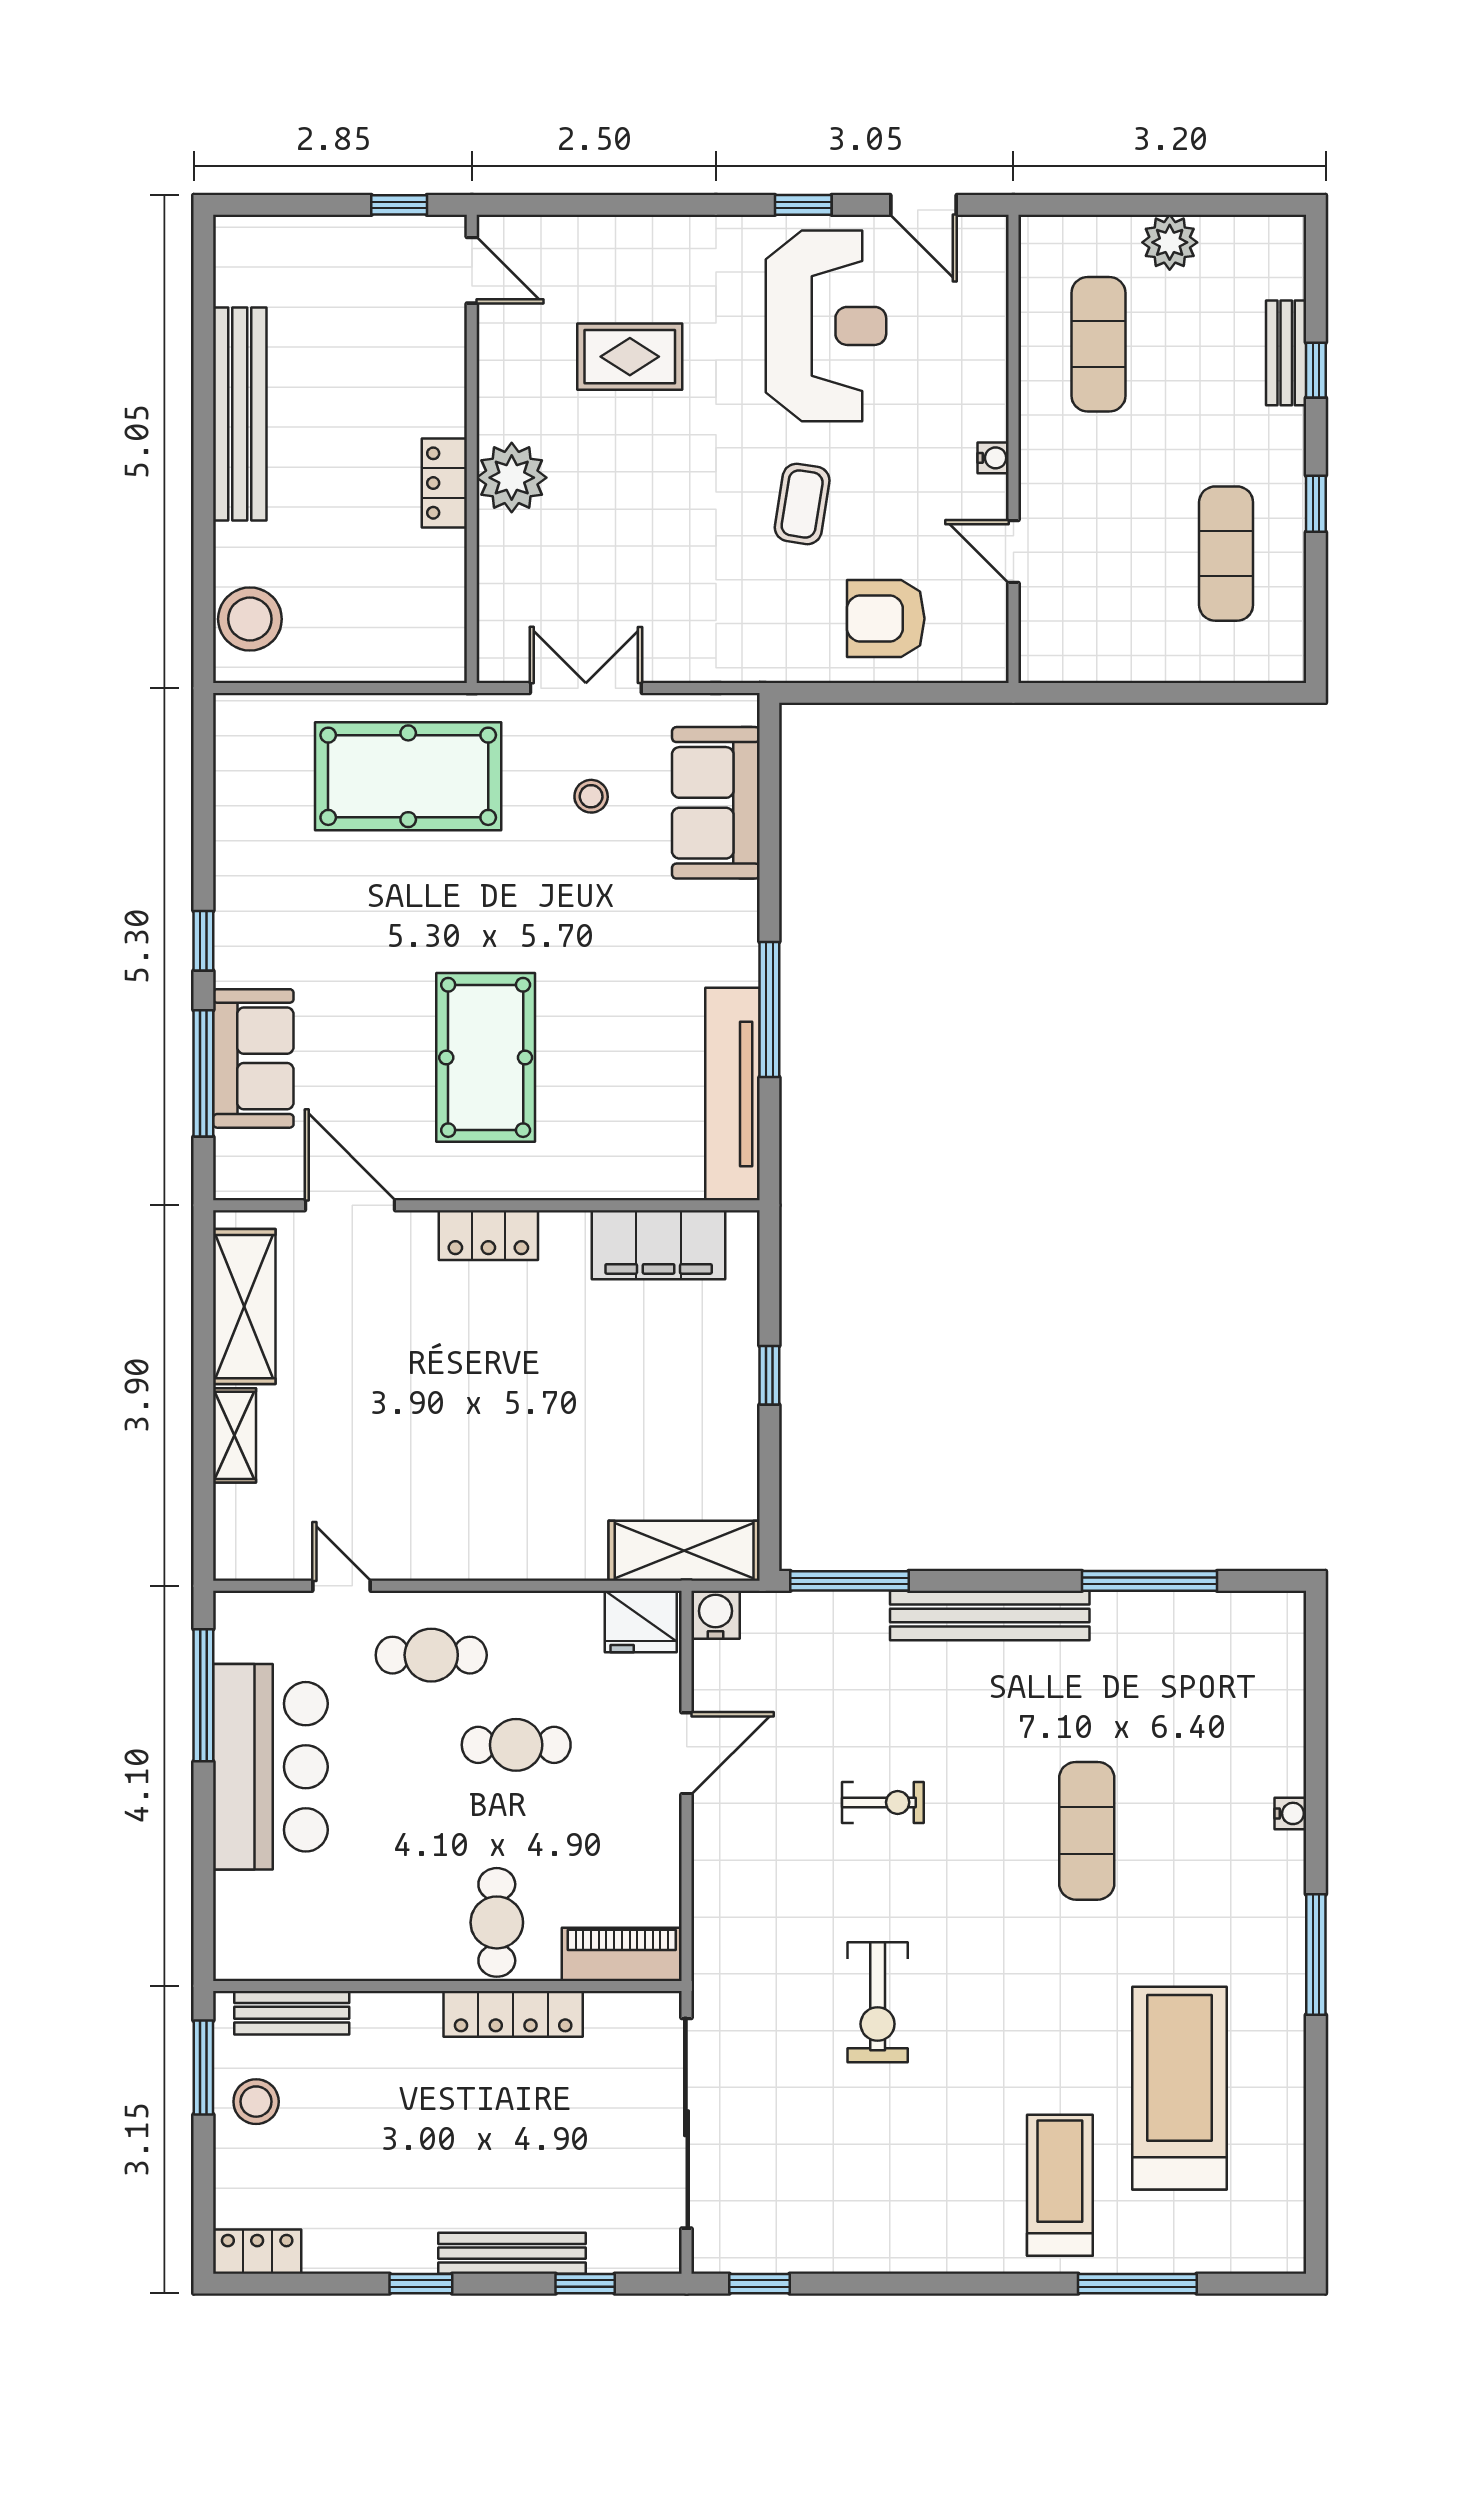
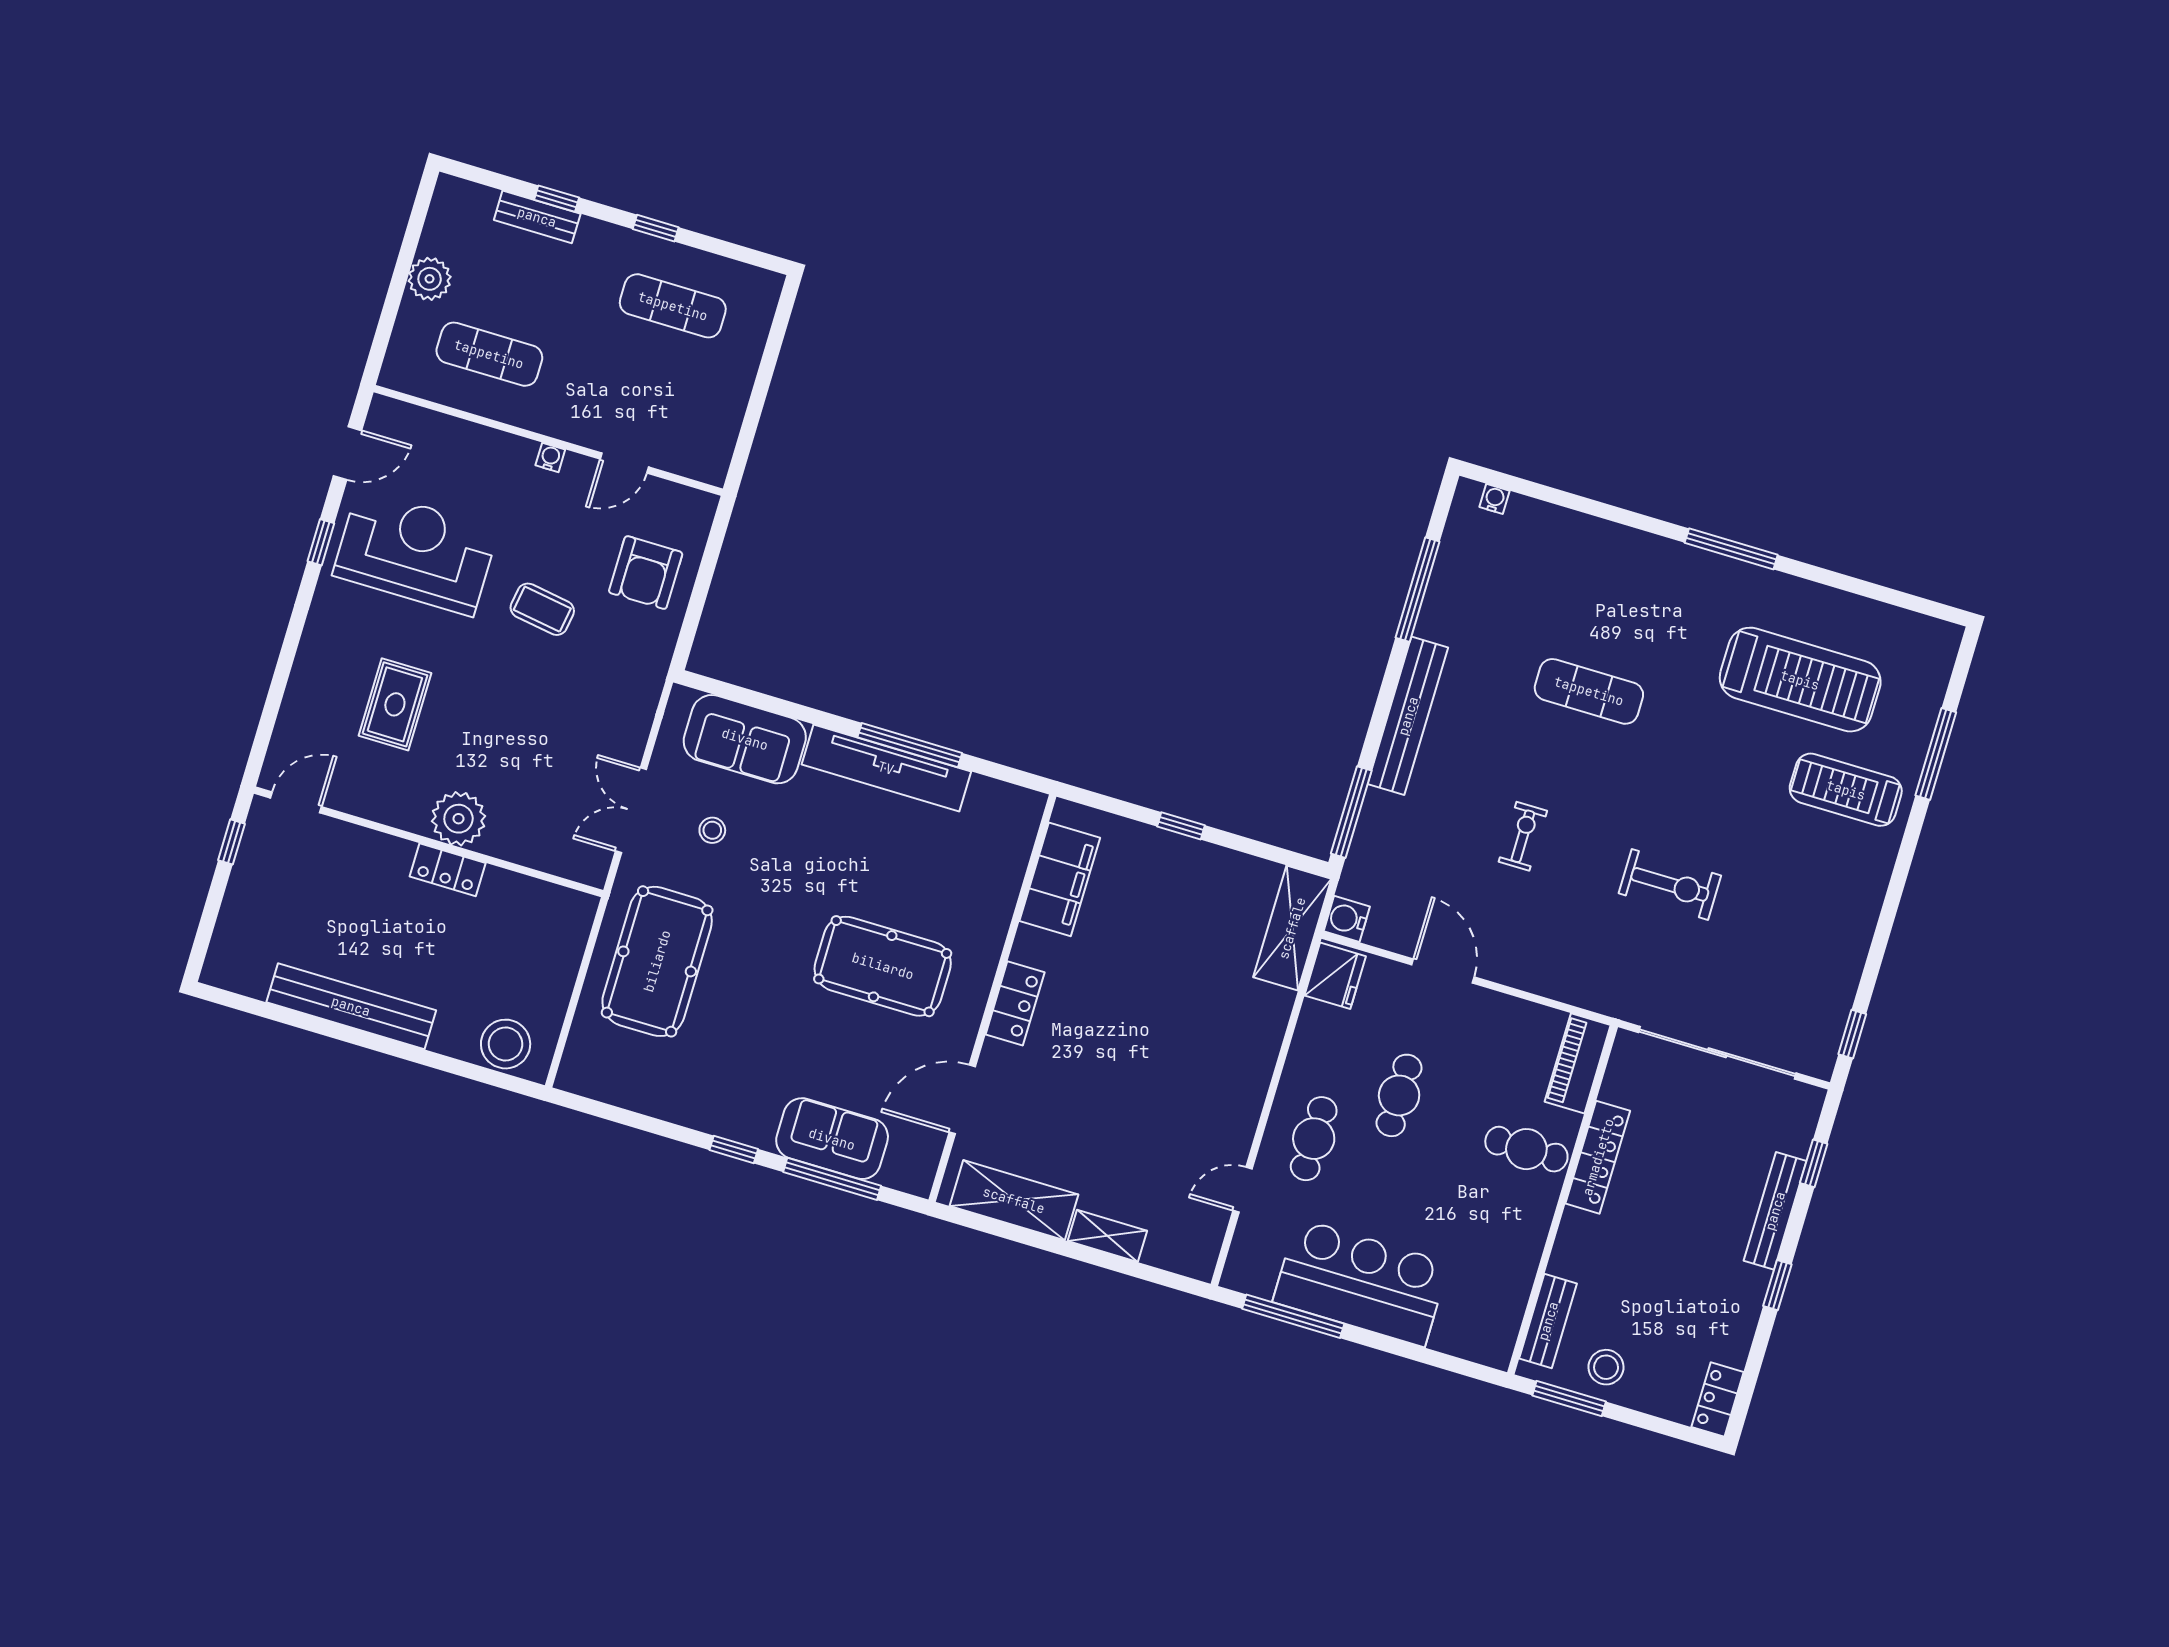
tv unit: (733, 1094) -> (886, 768), moved
water cooler: (1290, 1813) -> (1494, 499), moved
treadmill: (1179, 2088) -> (1800, 680), turned 180

